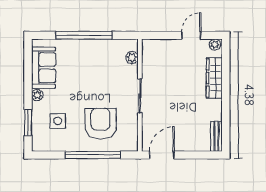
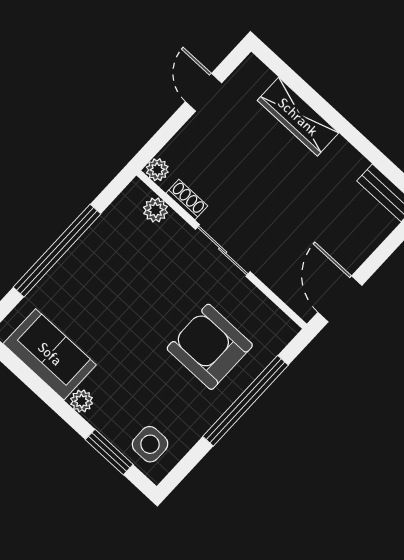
plant: (215, 45) -> (157, 170), moved
shoe rack: (146, 65) -> (187, 199), added
side table: (58, 121) -> (150, 444), moved

